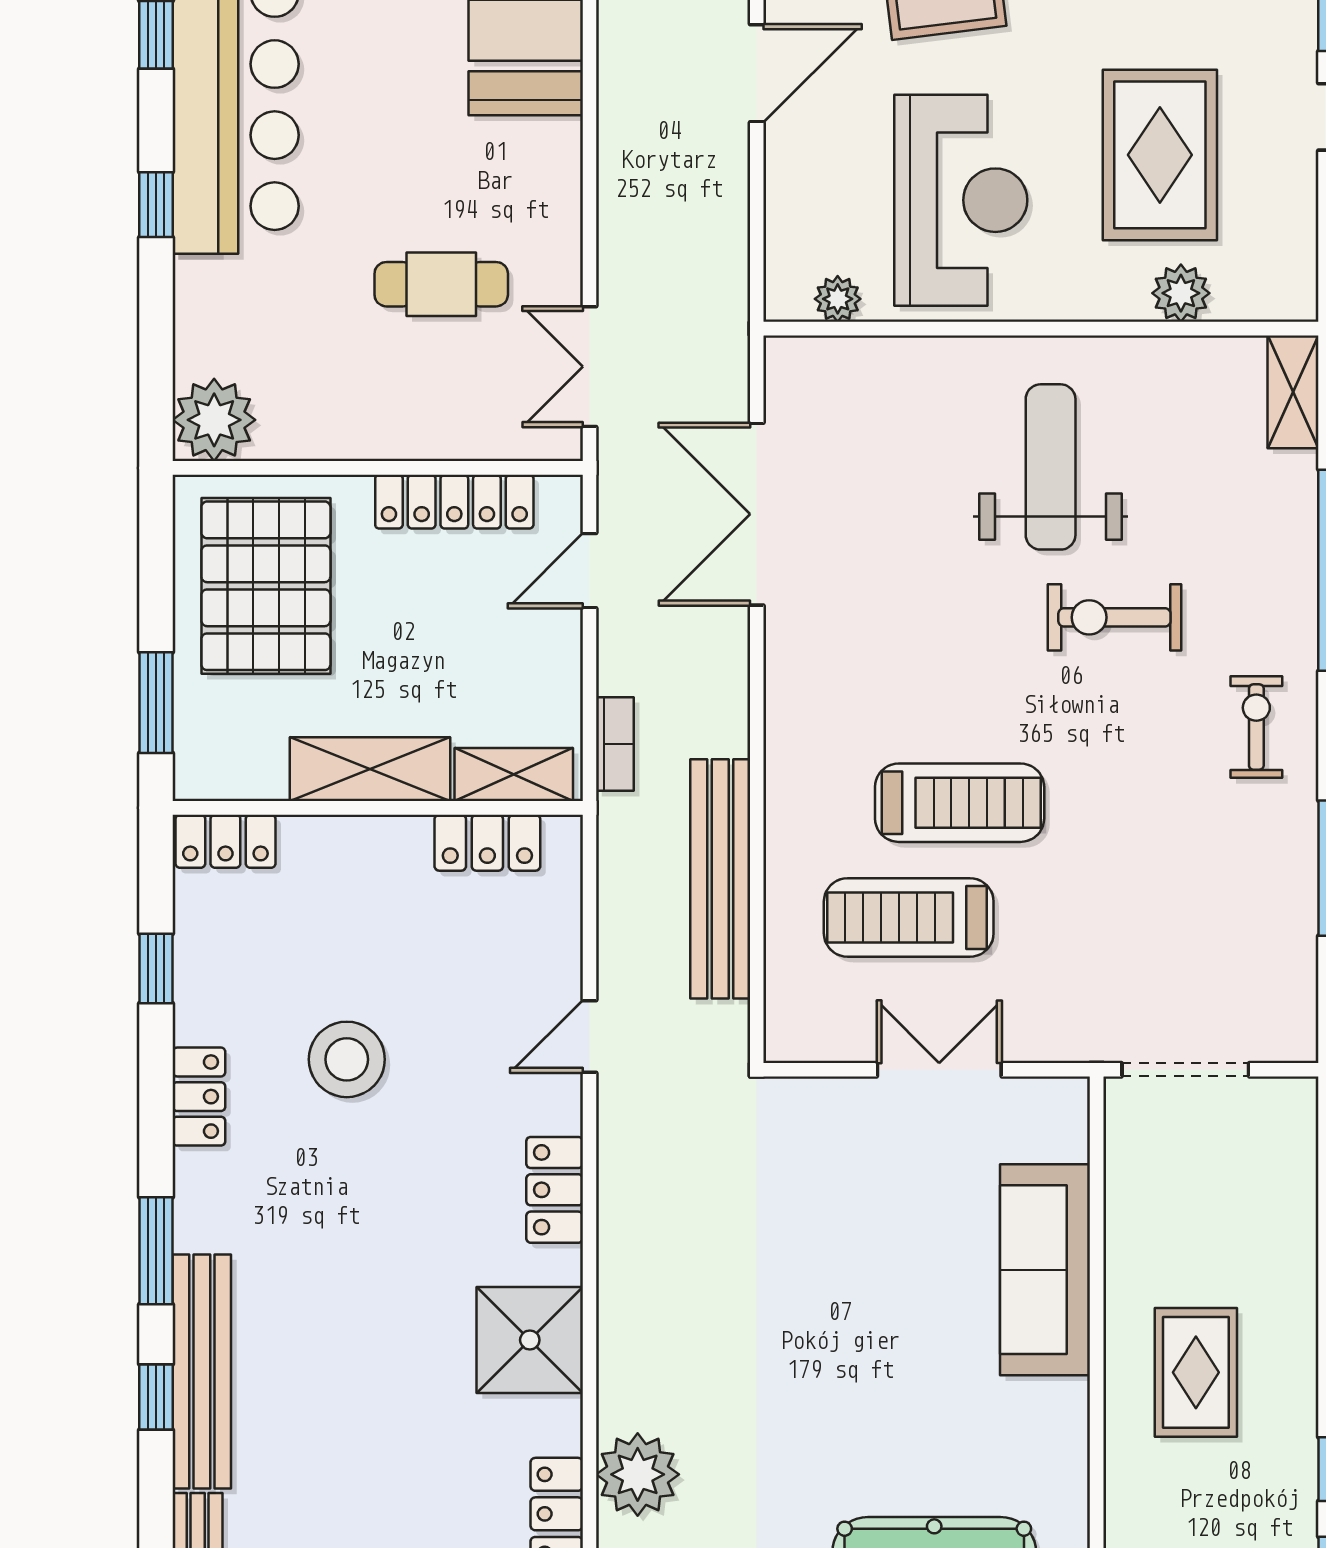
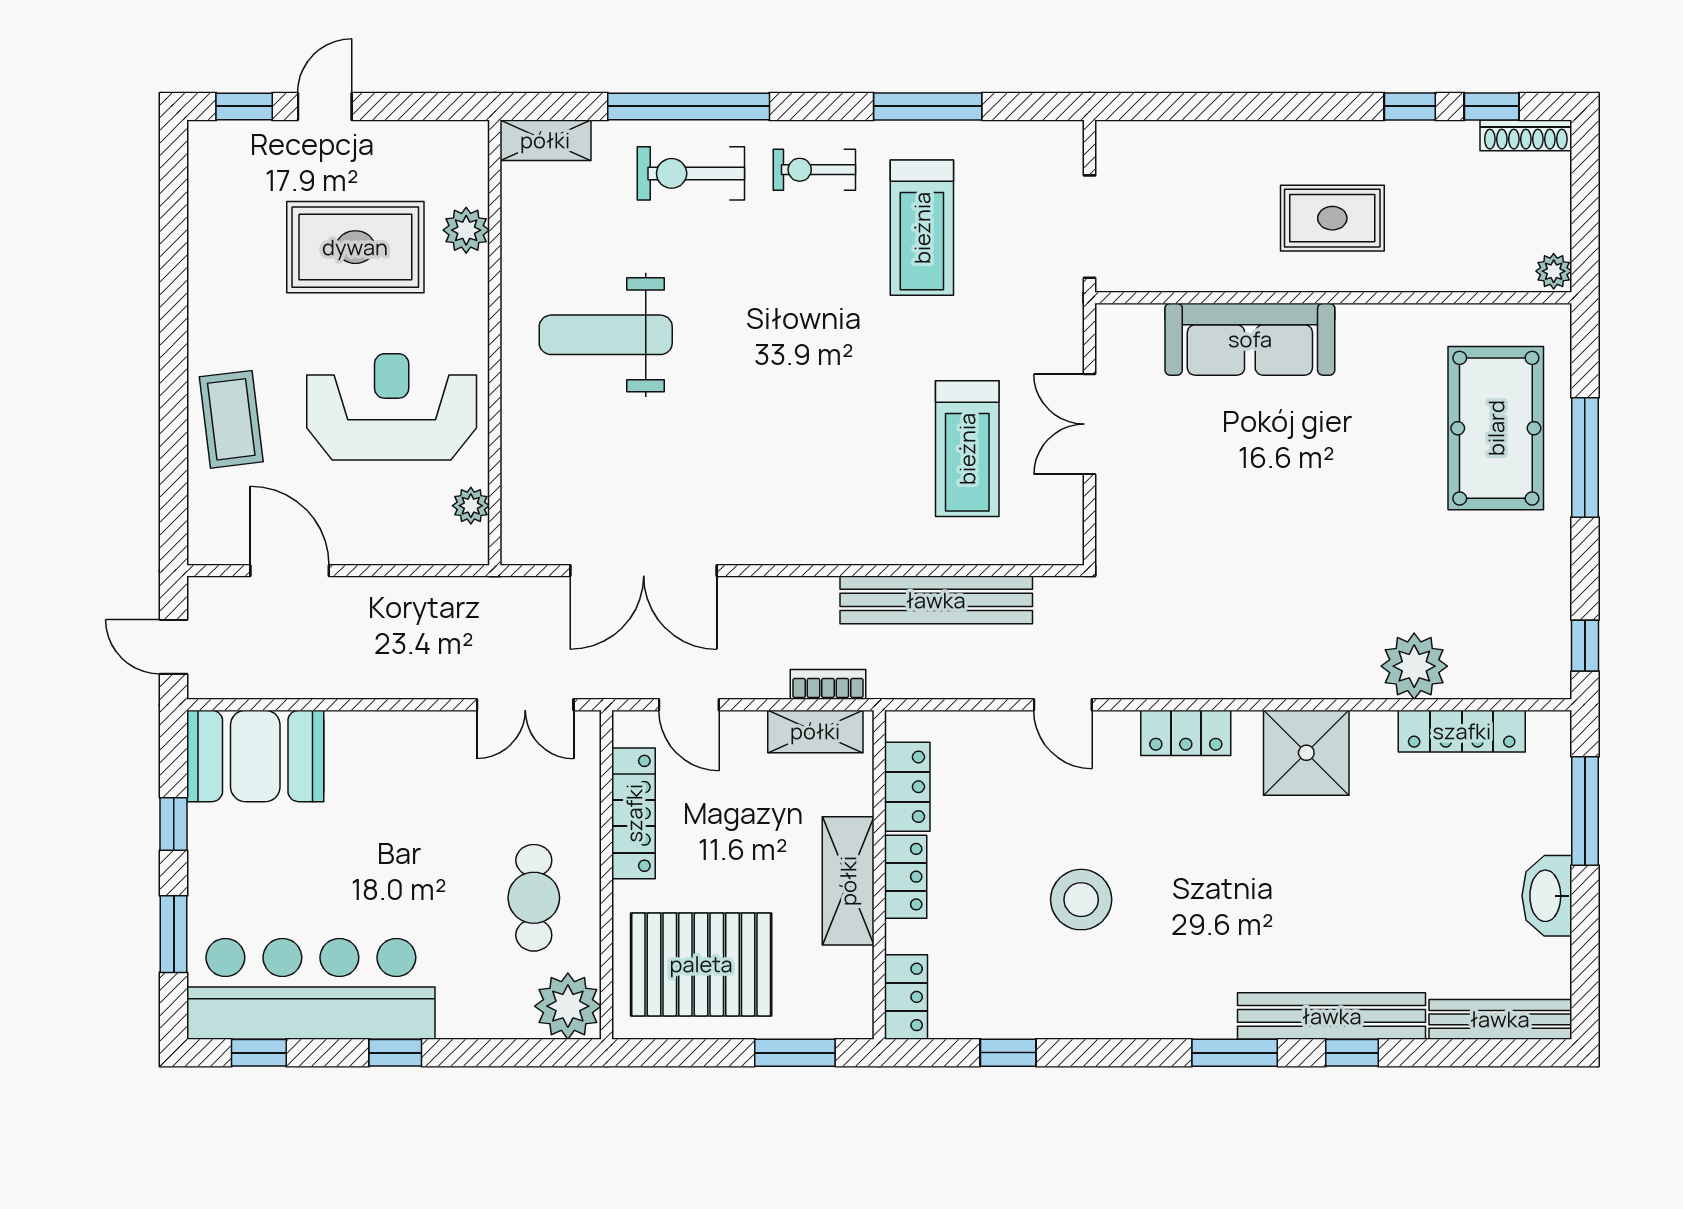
cafe table: (441, 284) -> (534, 898), moved
exercise bike: (1114, 617) -> (691, 173), moved, turned 90
shelving: (514, 775) -> (815, 731), moved, turned 90
treadmill: (960, 803) -> (922, 228), moved, turned 180
locker: (199, 1097) -> (906, 877), moved, turned 90

